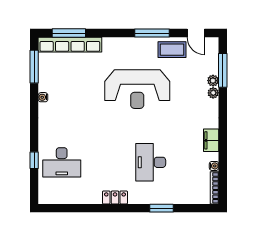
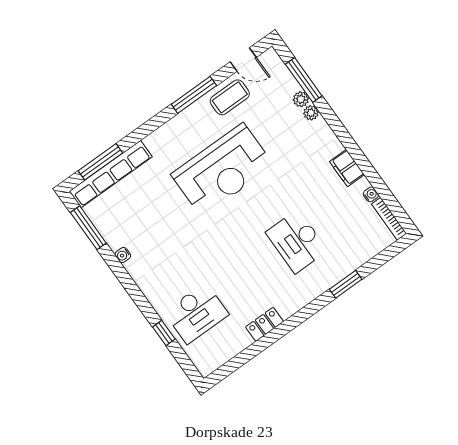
locker: (115, 197) -> (265, 324), moved

